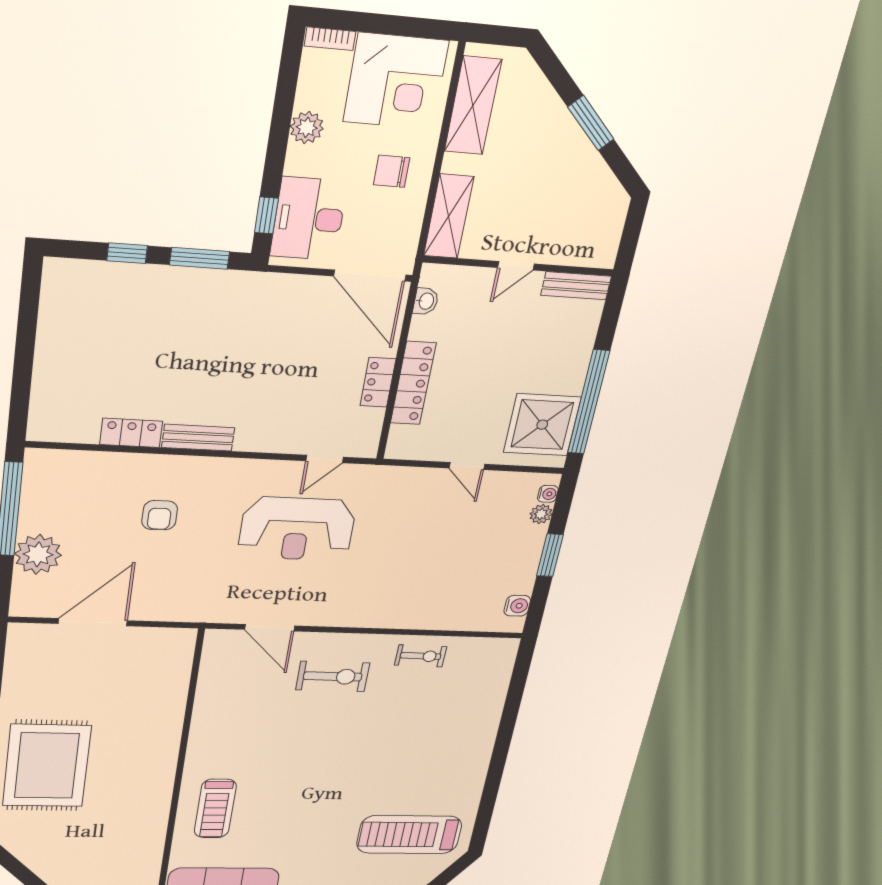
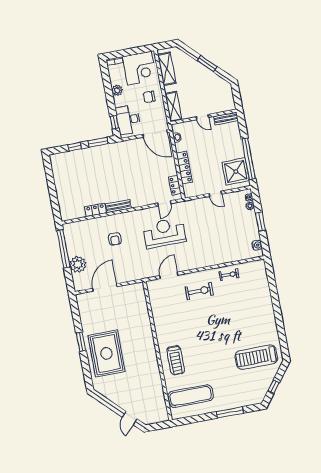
door: (516, 266) -> (202, 117), hinge flipped
locker: (378, 382) -> (175, 185), moved
reception desk: (297, 529) -> (164, 233), turned 180
door: (270, 628) -> (169, 275), swing flipped

